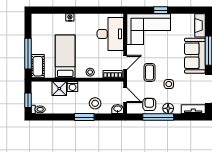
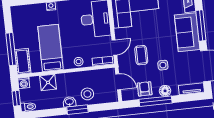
washing machine: (73, 87) -> (24, 83), moved
washbasin: (118, 109) -> (69, 102), moved

